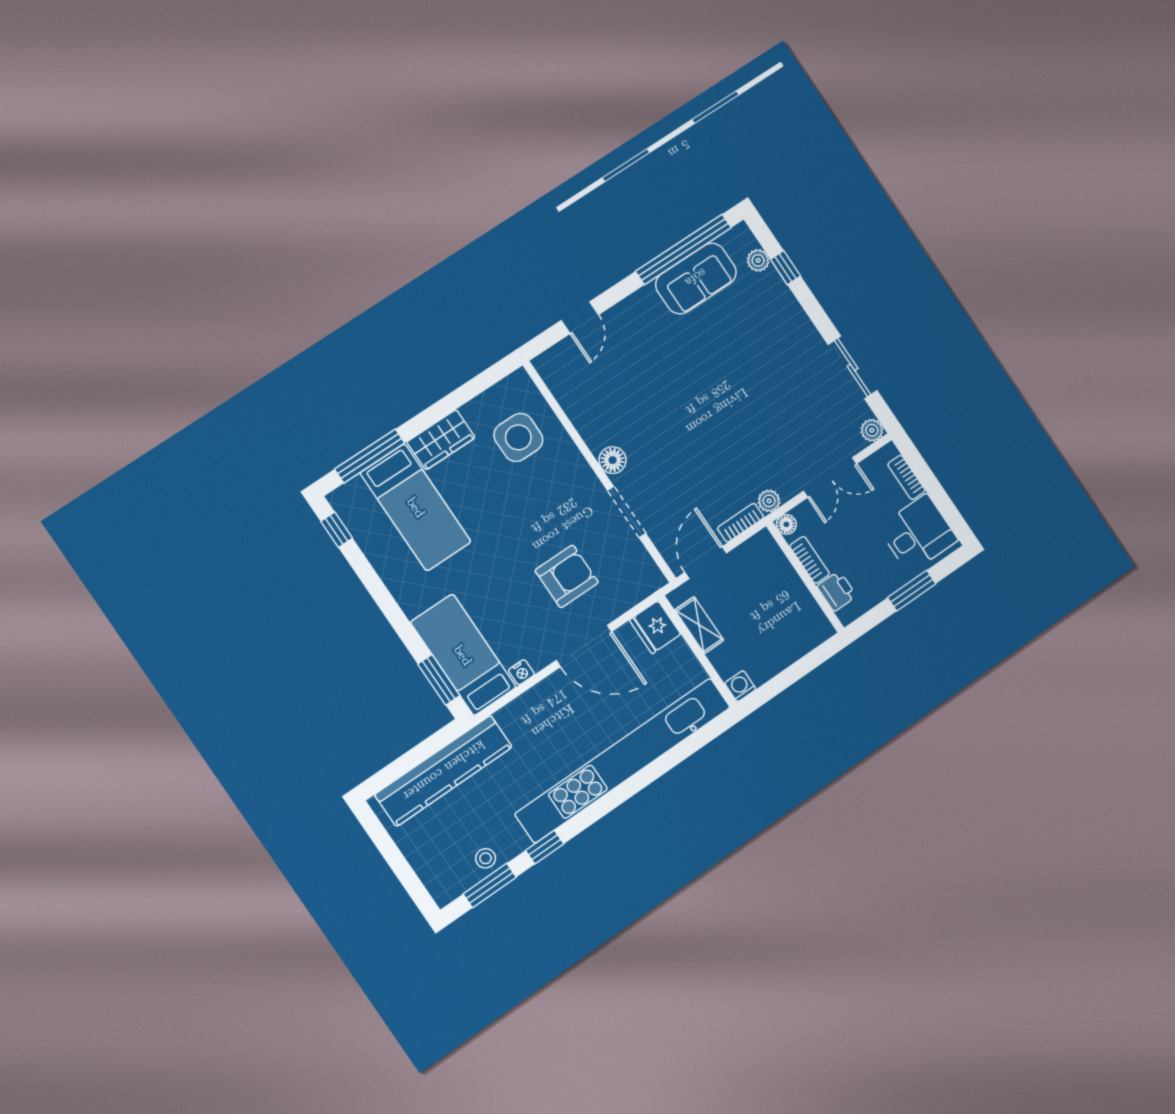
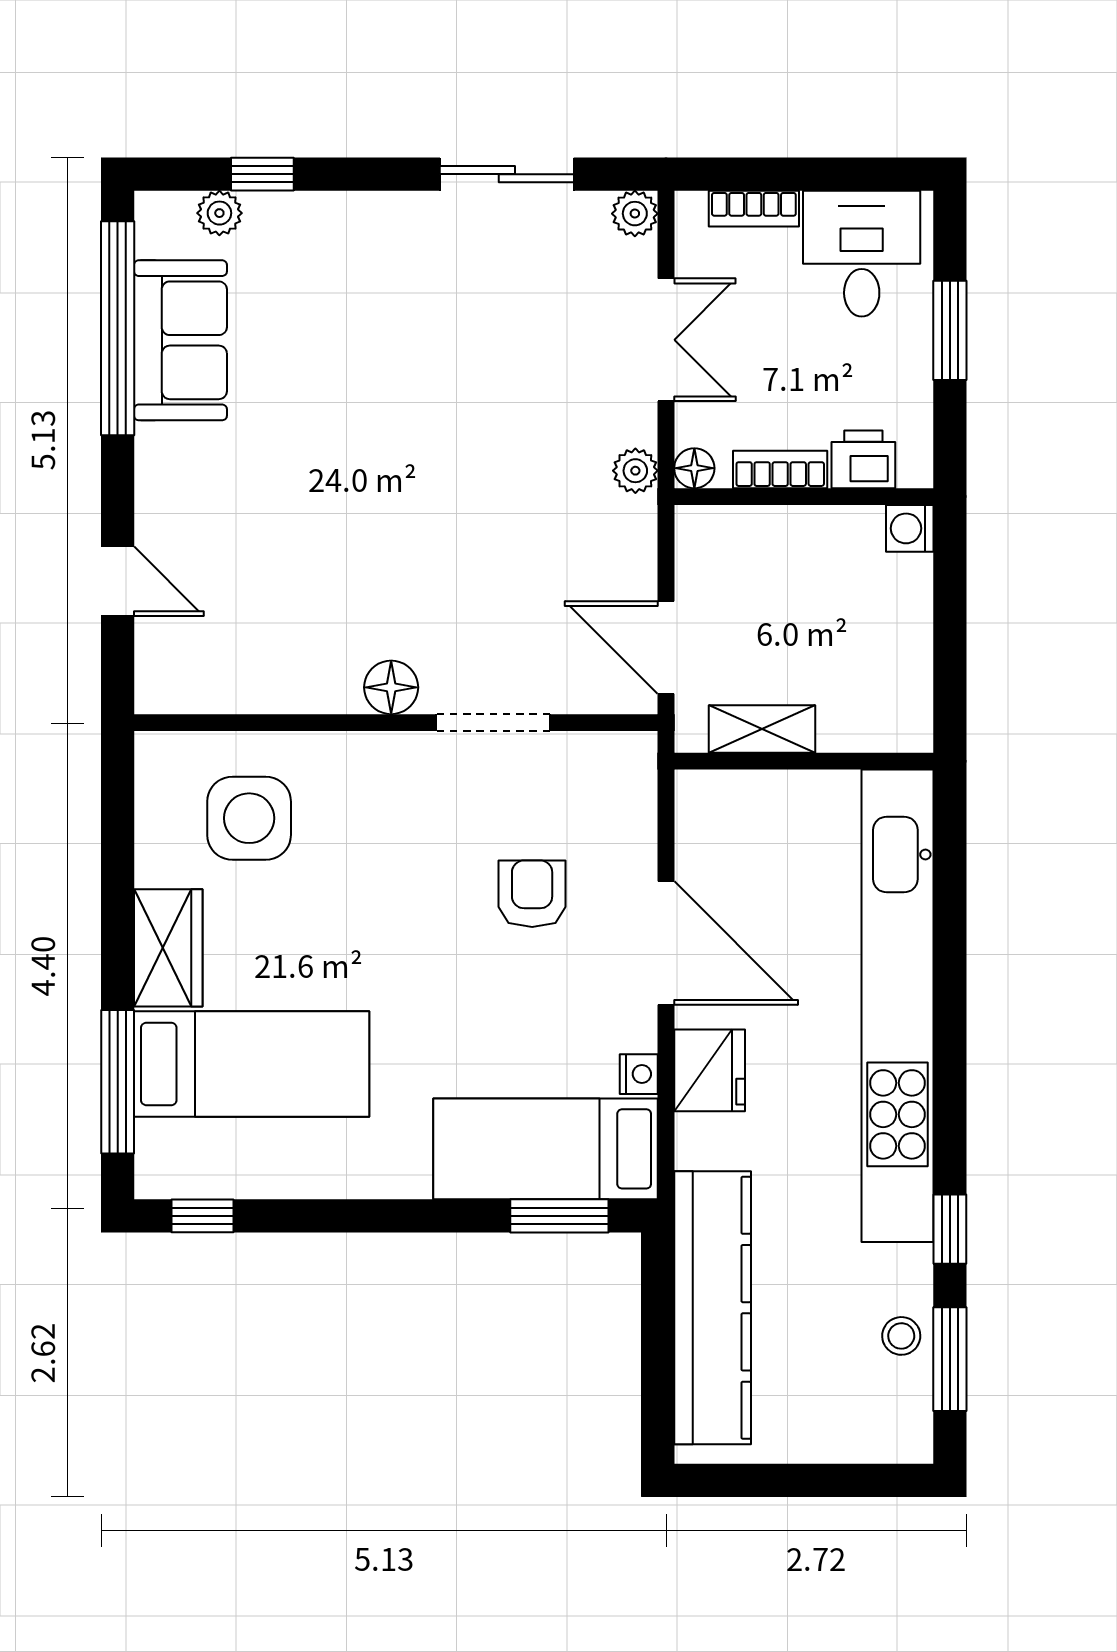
bookcase: (741, 523) -> (639, 544), removed
armchair: (567, 576) -> (532, 894), width x0.72, depth x0.72
fridge: (655, 627) -> (710, 1070), moved, turned -90
door: (584, 646) -> (666, 943), hinge flipped
washing machine: (740, 686) -> (910, 528), moved

